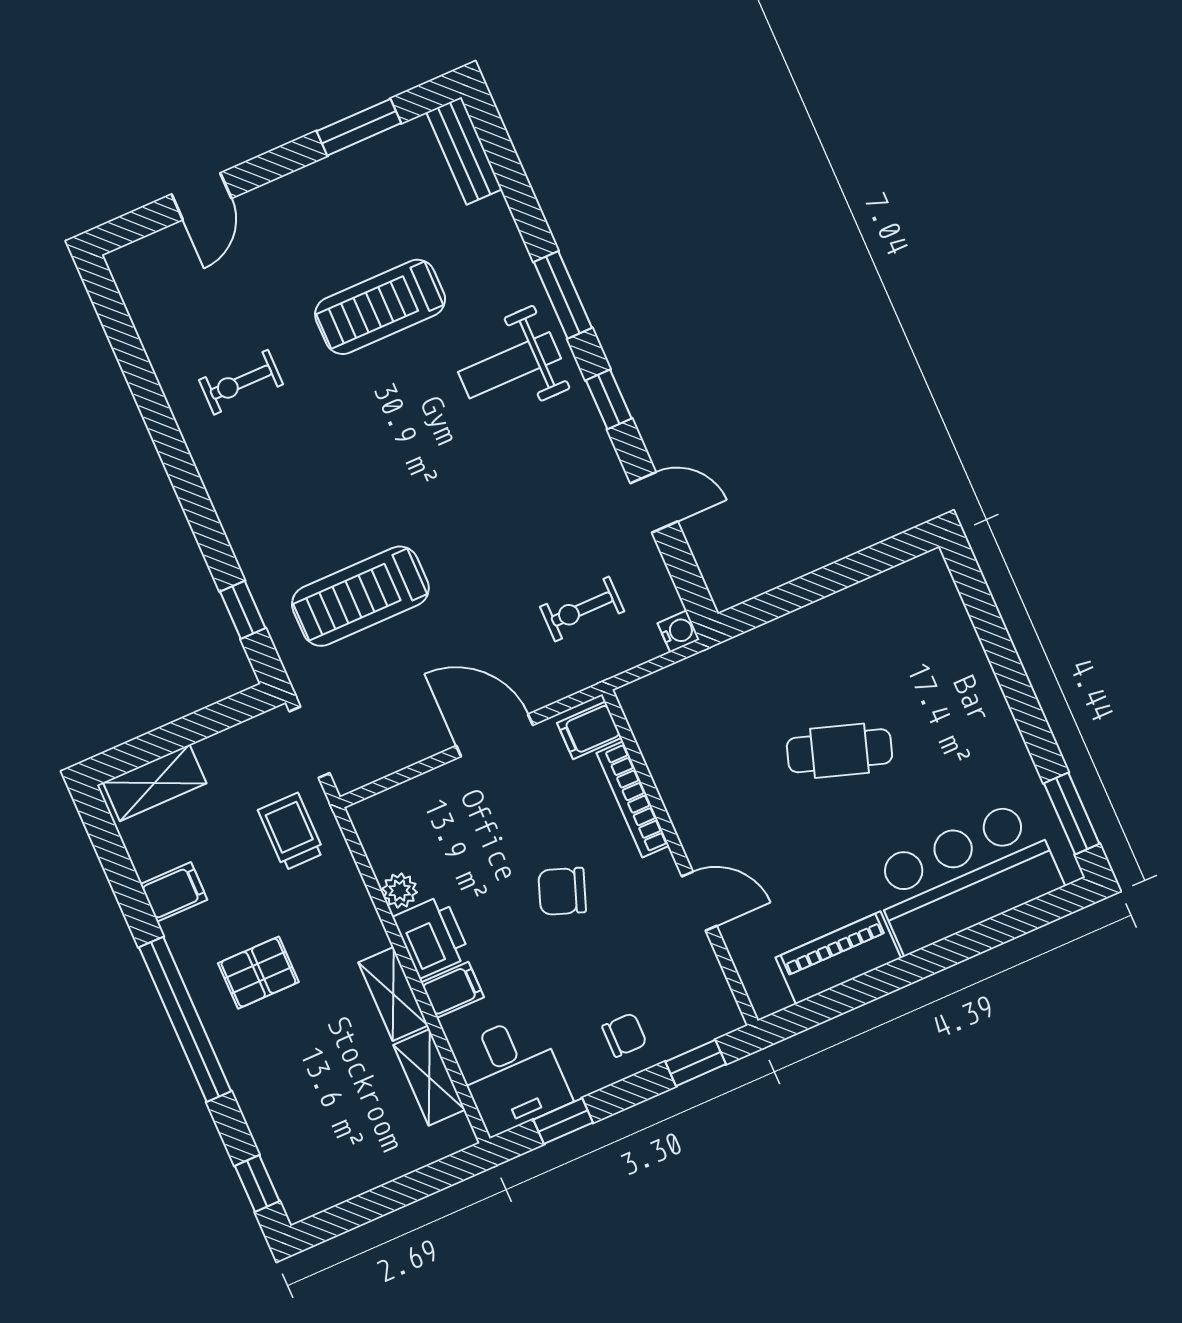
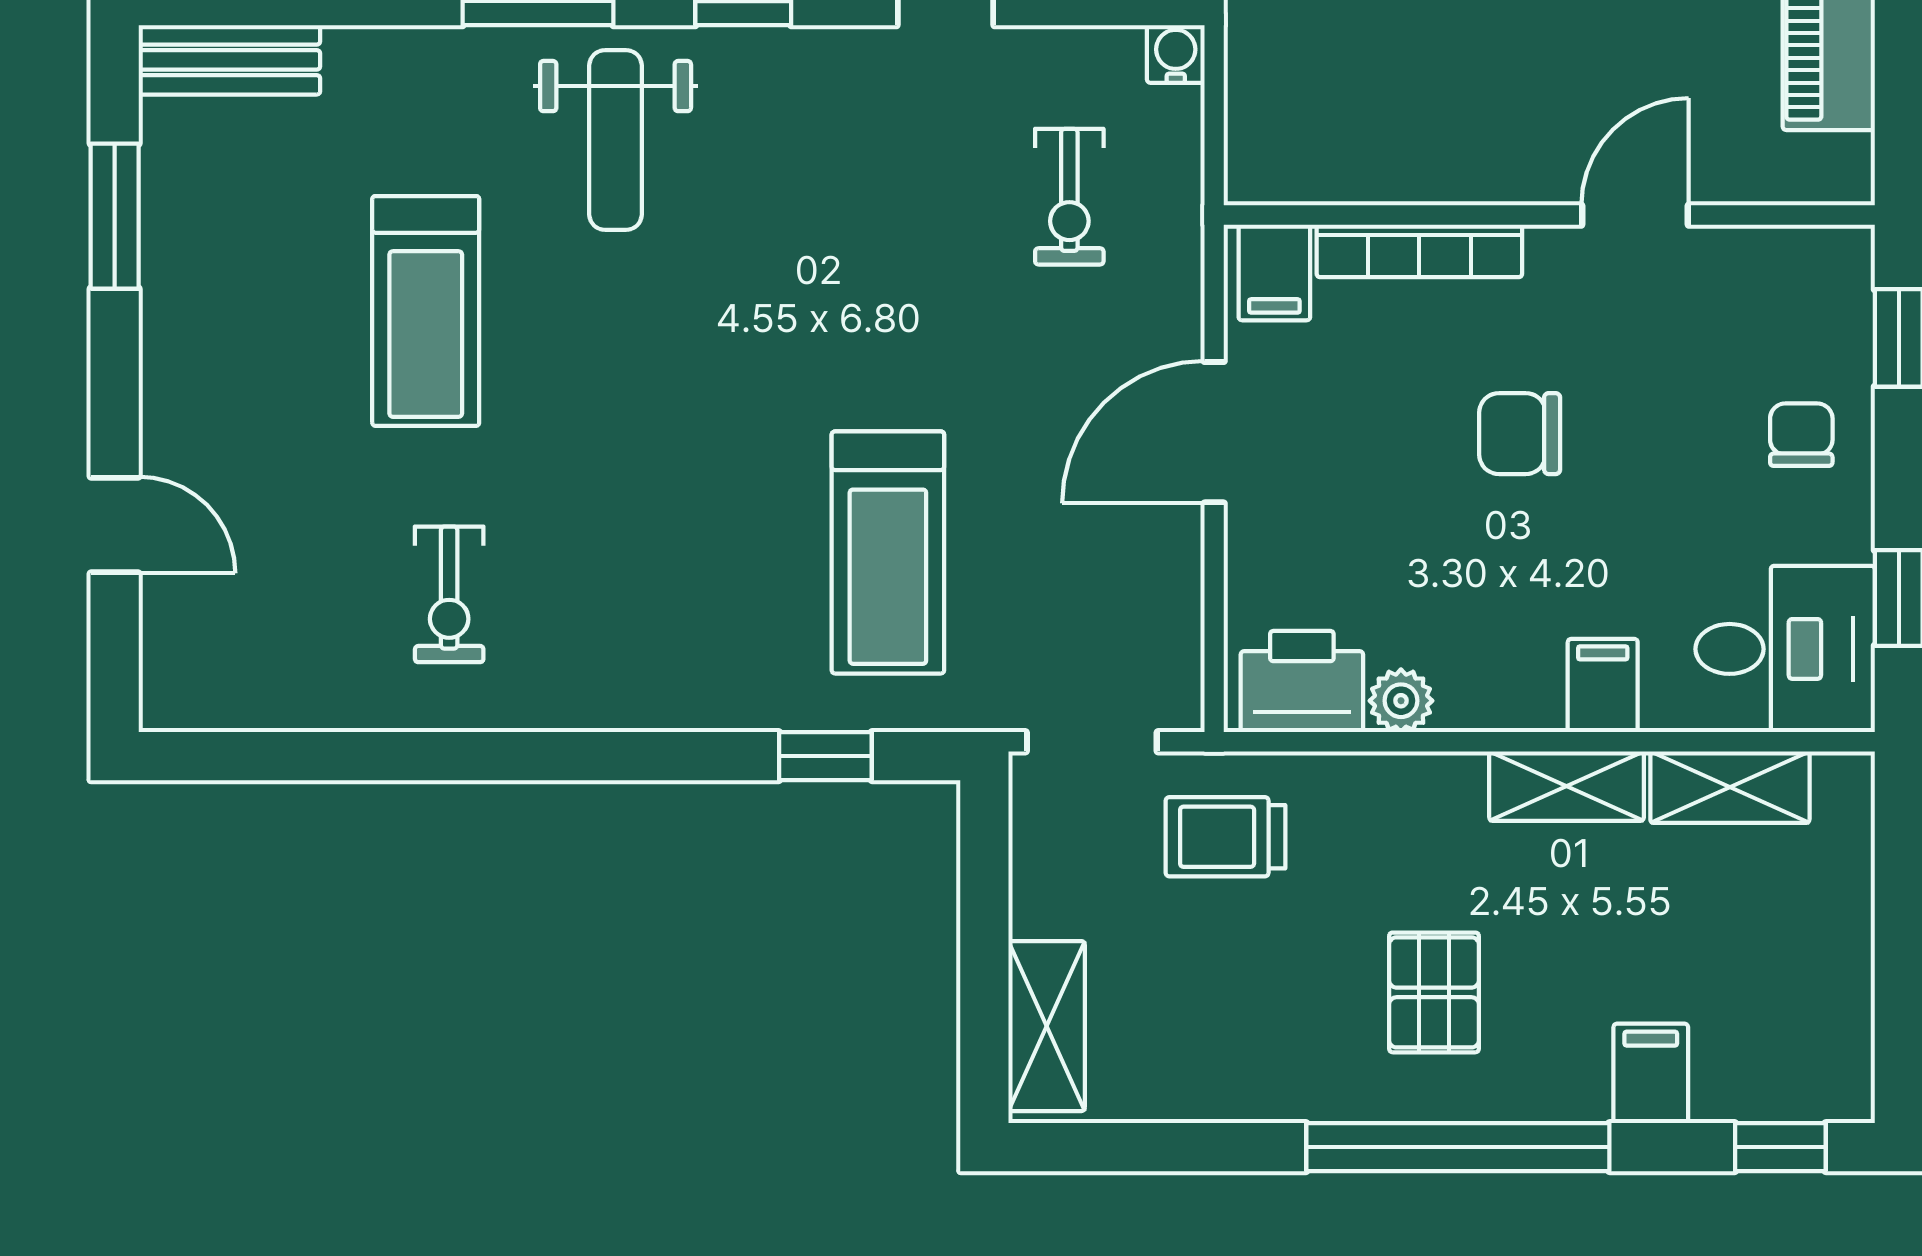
chair: (562, 891) -> (1520, 434), turned 70
filing cabinet: (174, 892) -> (1651, 1073), moved
printer: (432, 937) -> (1302, 681), moved

